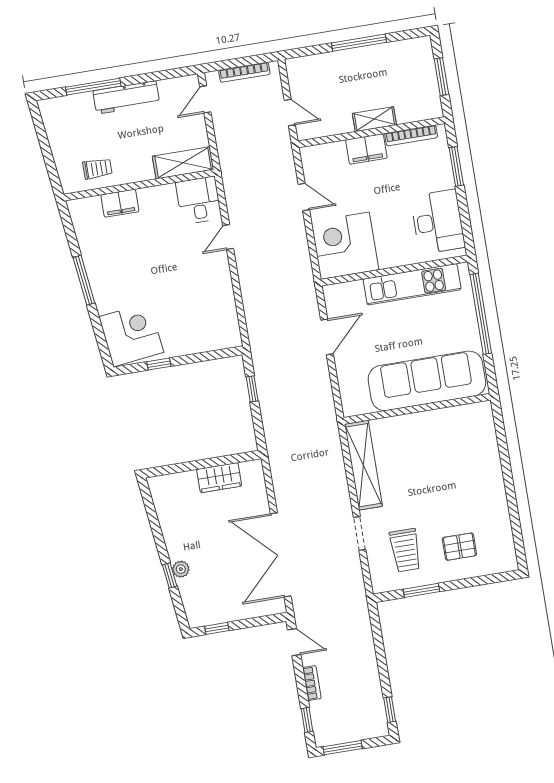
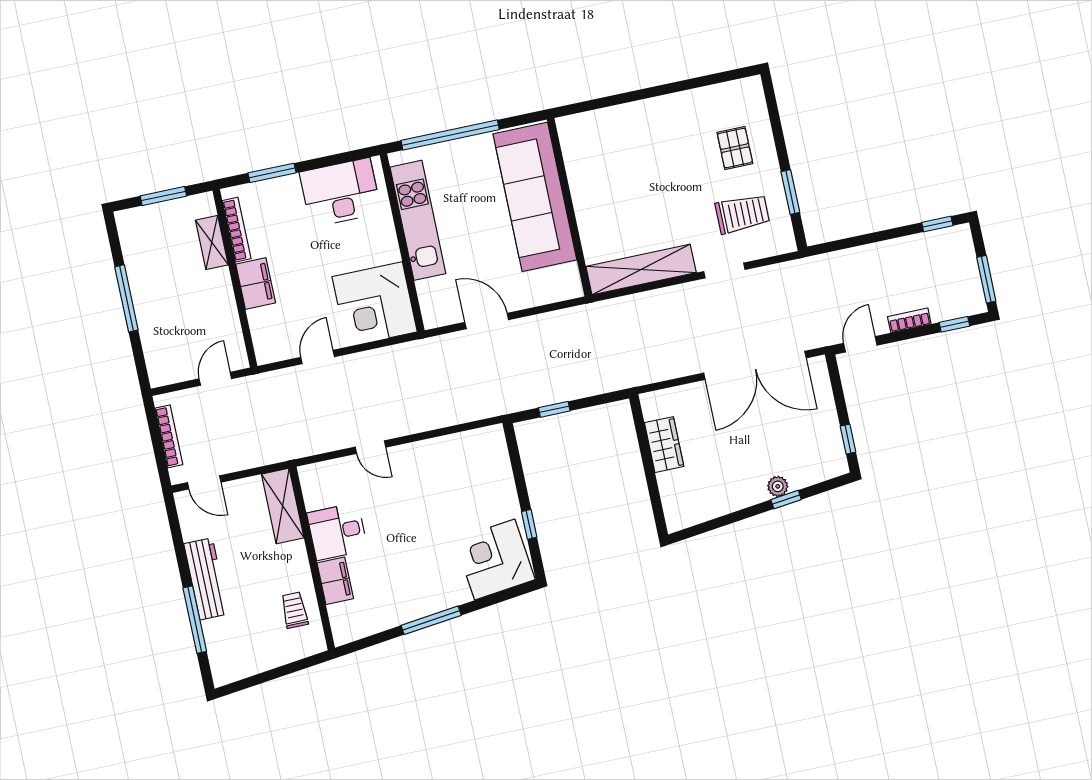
shelving: (374, 119) -> (212, 242), moved
desk: (199, 200) -> (337, 531), moved

